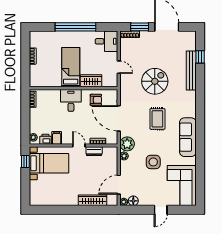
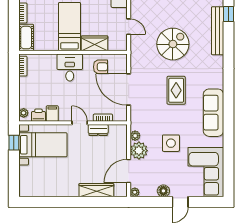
cot: (35, 76) -> (26, 38), added
plant: (127, 144) -> (139, 151), moved
floor lamp: (133, 201) -> (163, 191), moved

